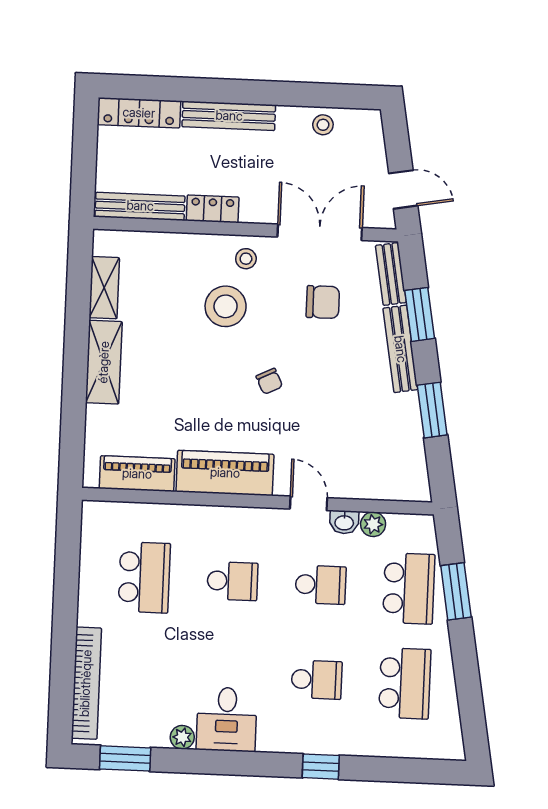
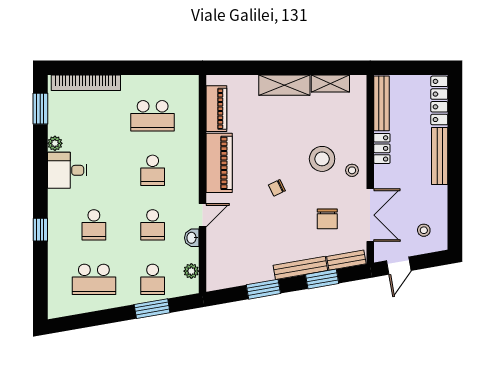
stool: (323, 125) -> (424, 230), moved
plant: (373, 524) -> (191, 271), moved
school desk: (409, 588) -> (153, 279), width x0.54

